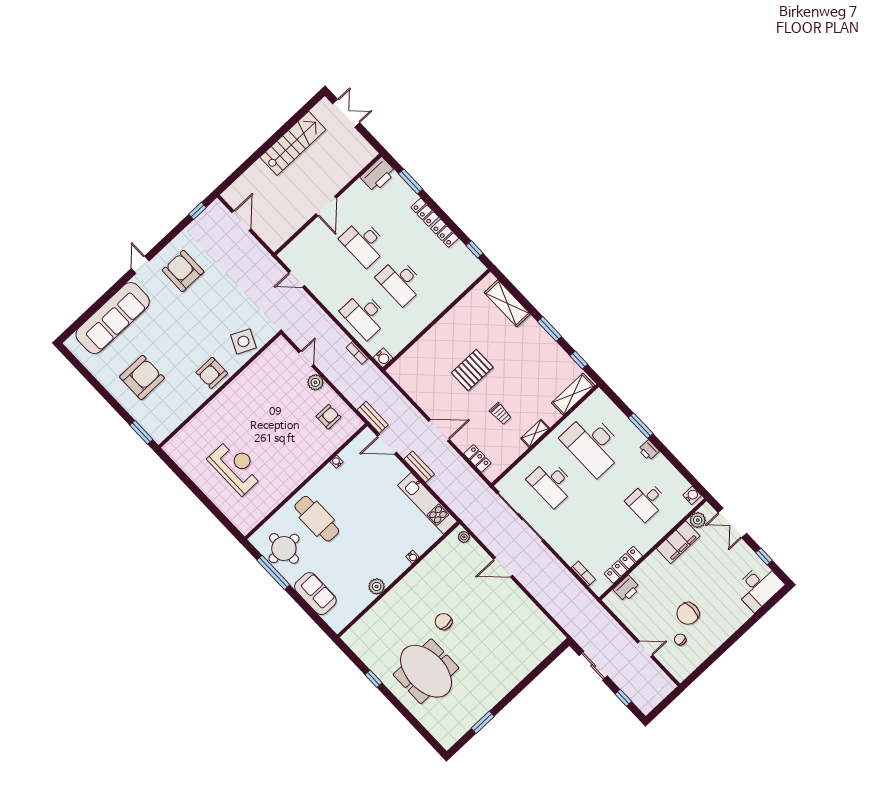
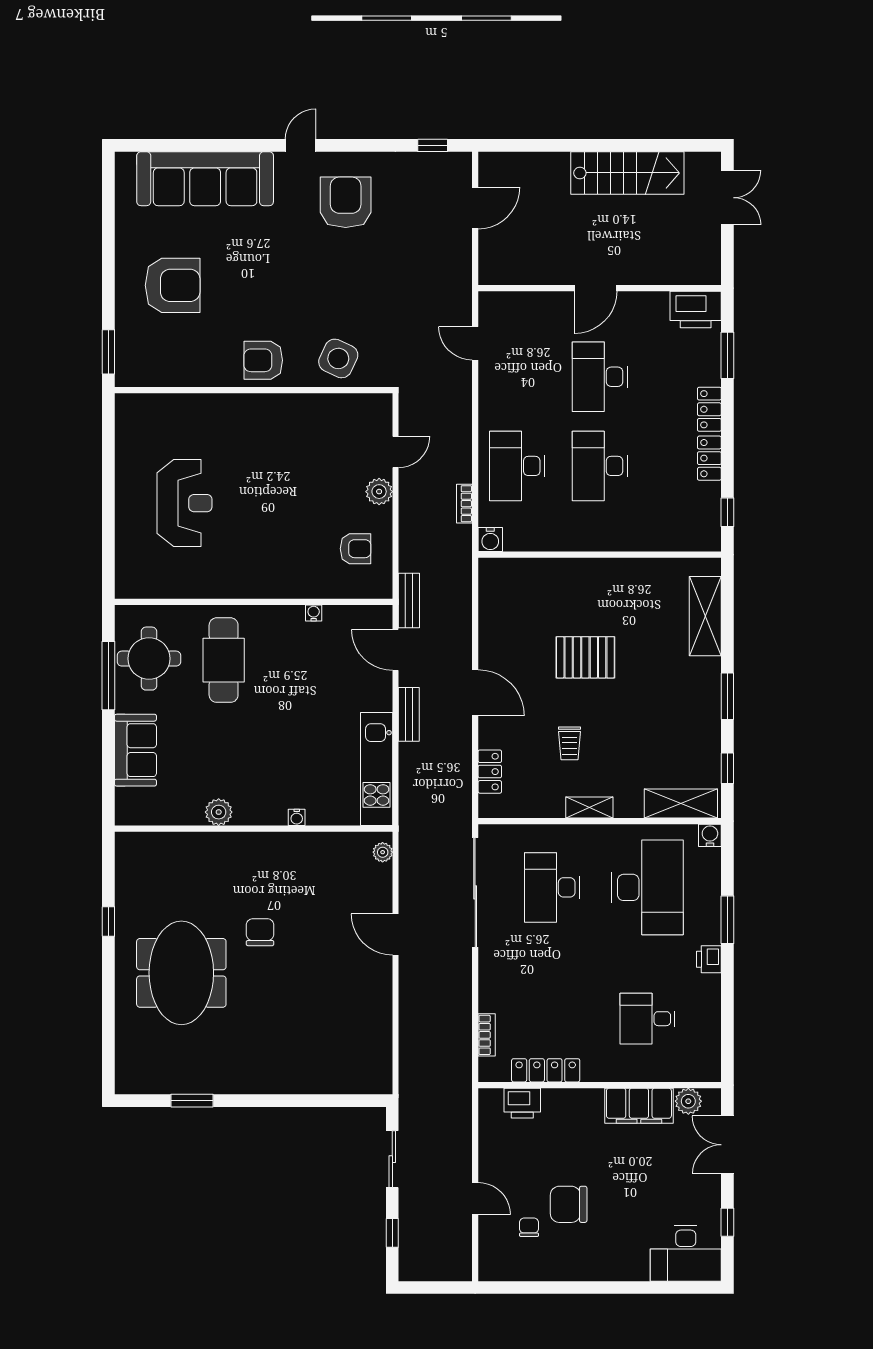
desk: (593, 444) -> (647, 887), turned 180
water cooler: (692, 495) -> (710, 835), moved, turned -90

